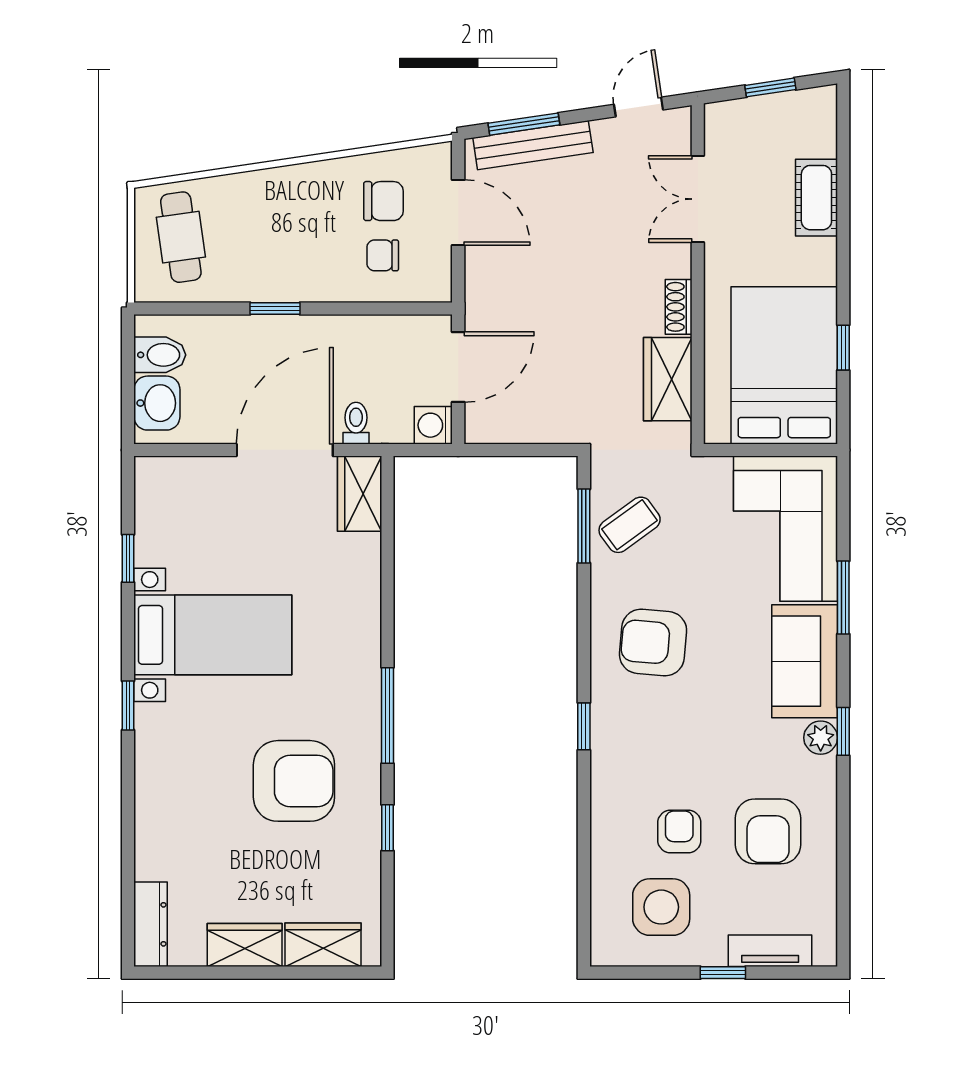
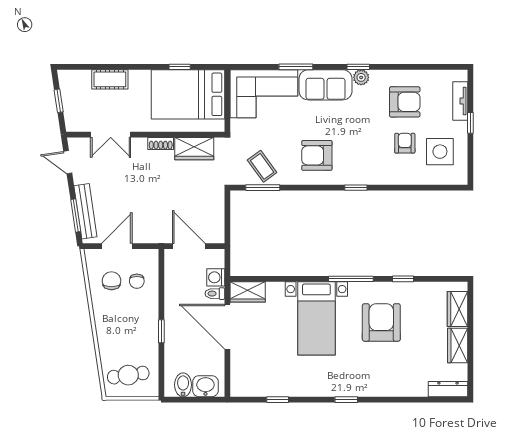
washing machine: (433, 425) -> (216, 277), moved, turned 90
bed with nightstands: (213, 635) -> (316, 318), moved, turned 180
armchair: (653, 642) -> (317, 155), turned 85
armchair: (679, 831) -> (405, 143), turned 90

